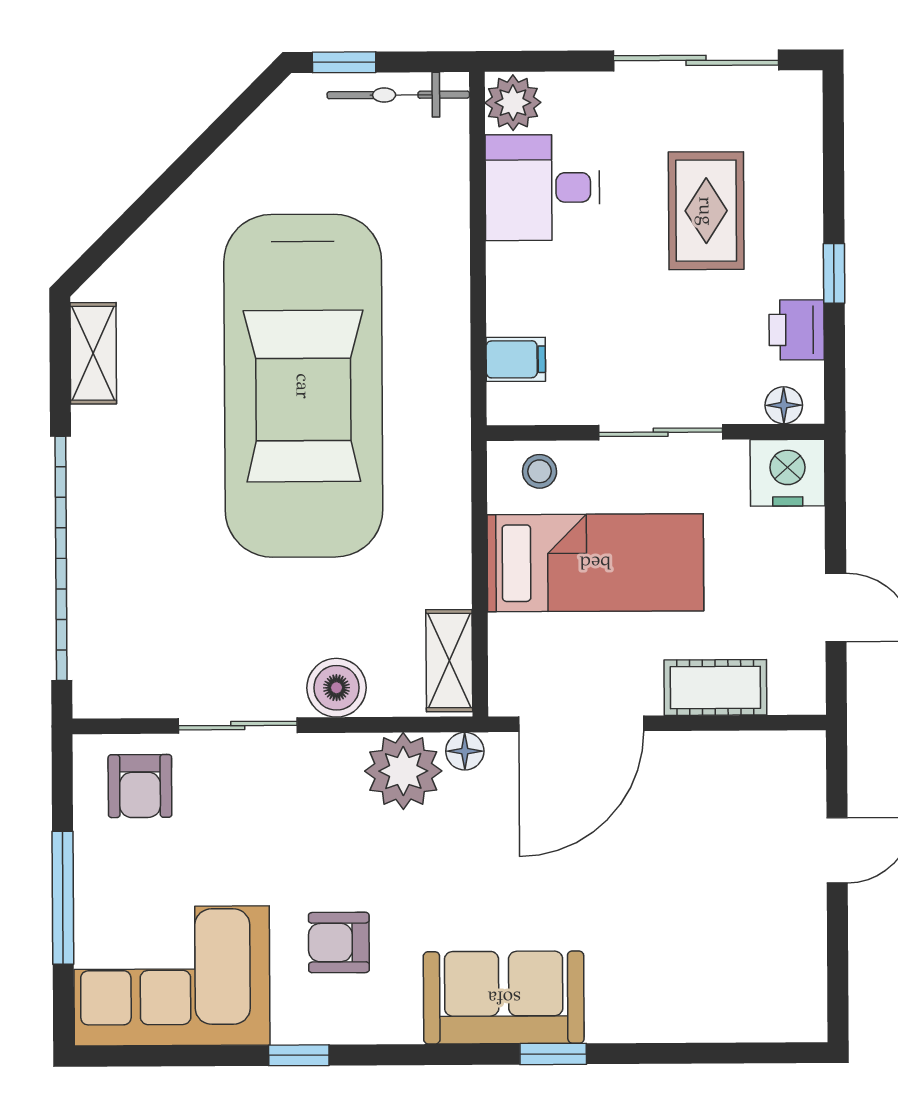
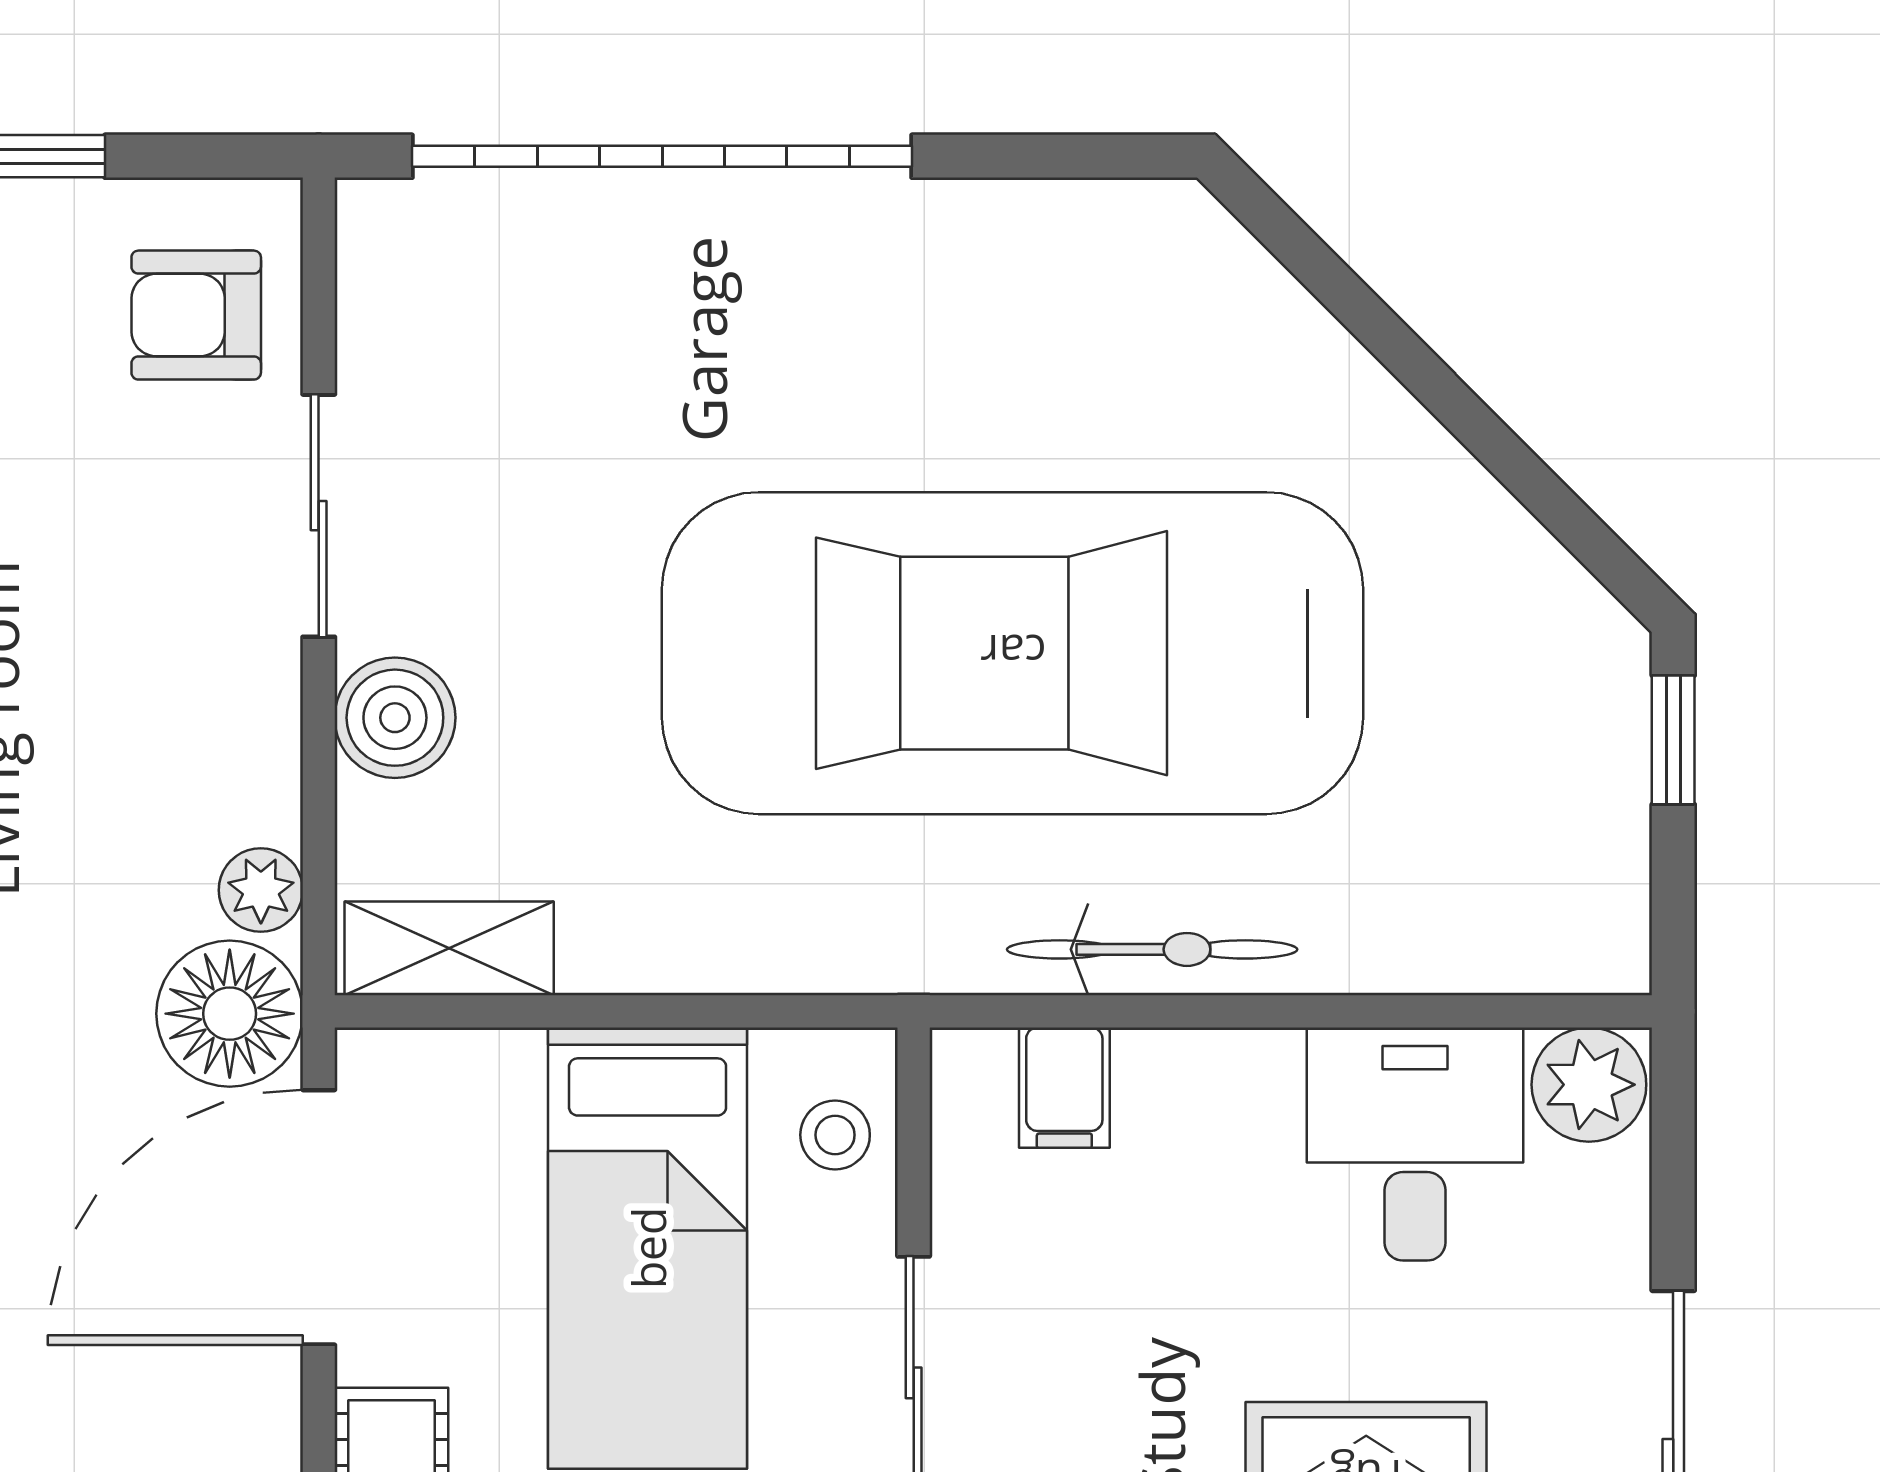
bicycle: (398, 95) -> (1152, 949), moved, turned 90
shelving: (93, 353) -> (1081, 224), removed
door: (581, 724) -> (319, 1217), hinge flipped
floor lamp: (465, 751) -> (230, 1014), width x1.89, depth x1.89
plant: (403, 771) -> (261, 890), width x0.53, depth x0.53

